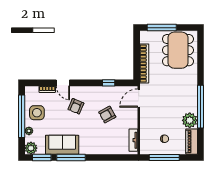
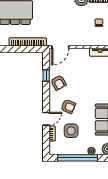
door: (139, 98) -> (60, 47), hinge flipped
side table: (37, 113) -> (71, 131), moved
armchair: (107, 115) -> (58, 83), moved

